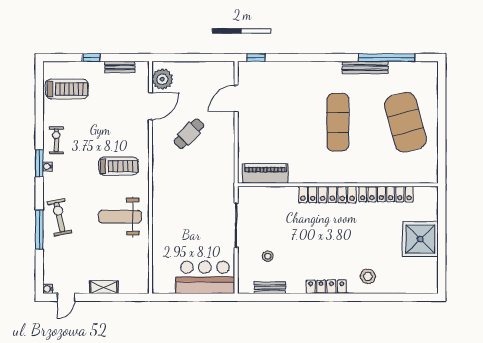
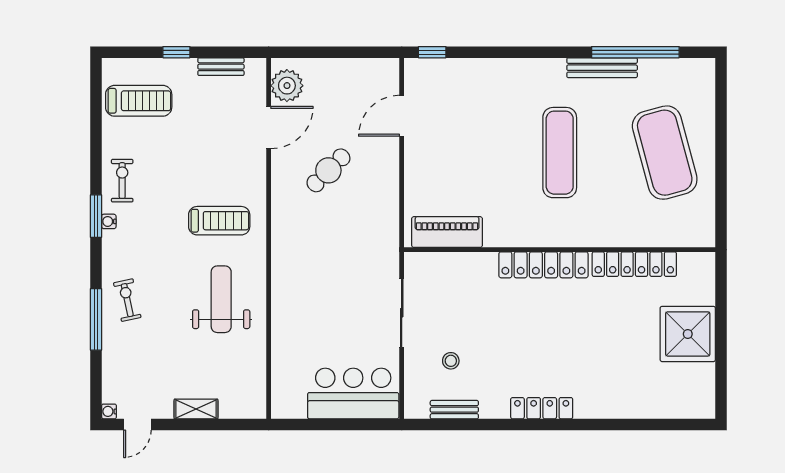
exercise bike: (59, 217) -> (127, 300), width x0.73, depth x0.72
weight bench: (120, 217) -> (221, 299), turned 90
stool: (368, 276) -> (606, 392), removed

